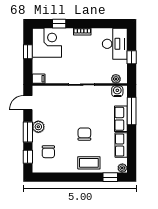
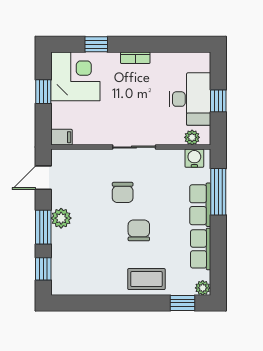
desk: (115, 44) -> (190, 99), moved
chair: (48, 152) -> (123, 192), moved

